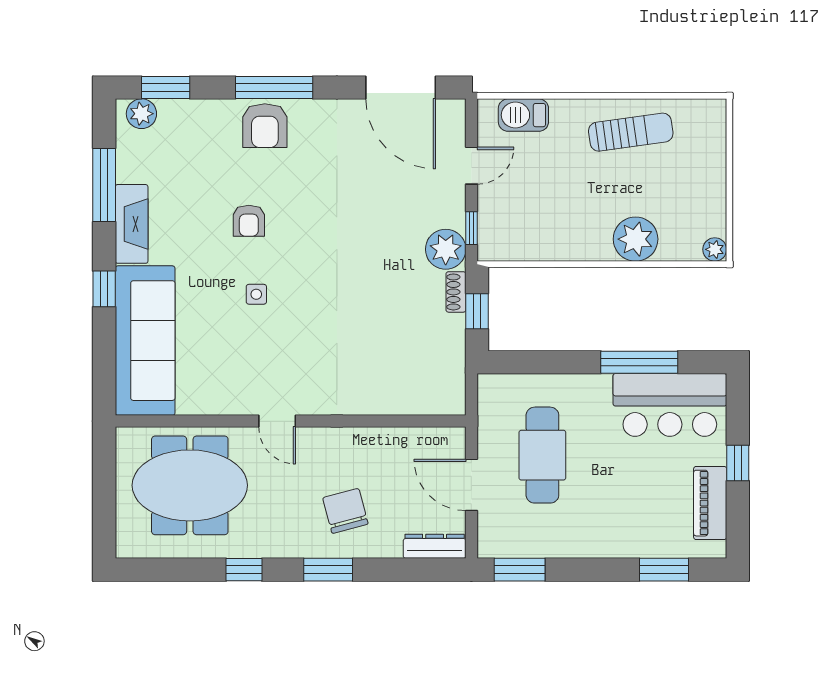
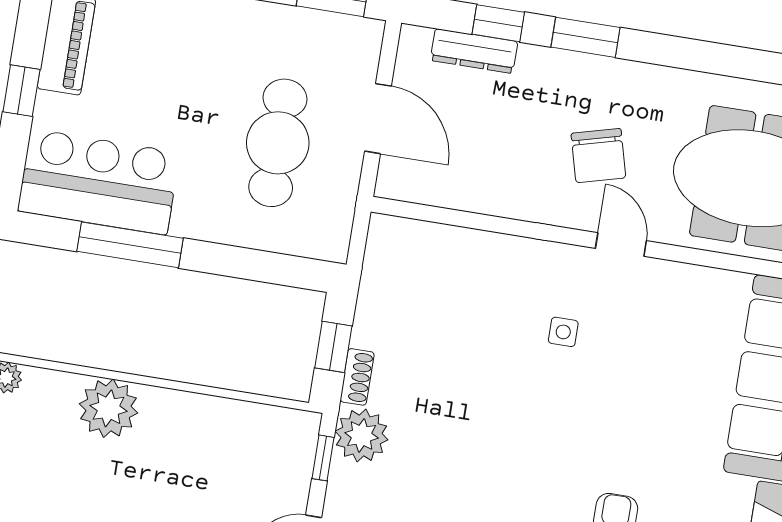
side table: (256, 294) -> (563, 332), moved
chair: (345, 511) -> (598, 156), moved
dresser: (435, 546) -> (474, 51), moved
window: (244, 570) -> (498, 23), moved

